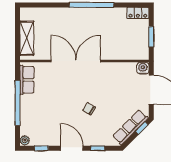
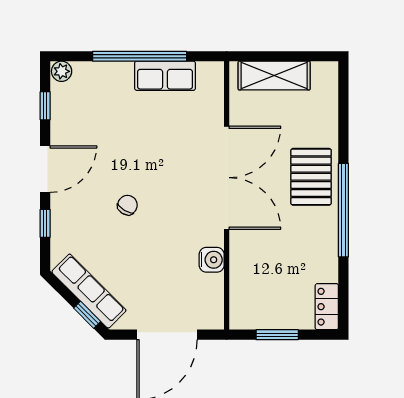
pallet: (75, 20) -> (311, 177), added
water cooler: (143, 68) -> (212, 260), moved
row of seats: (27, 80) -> (165, 76), moved

